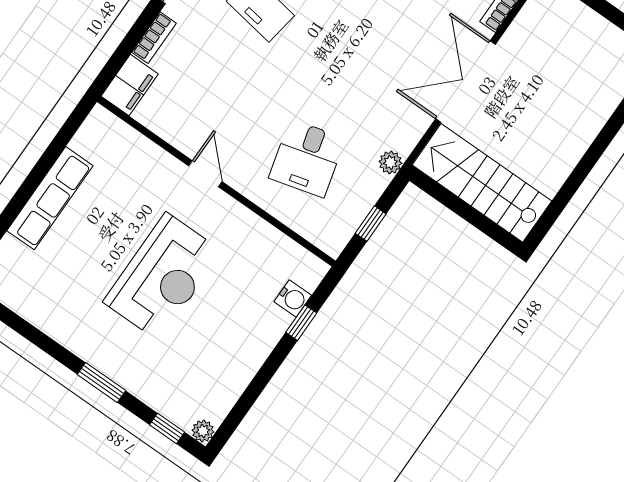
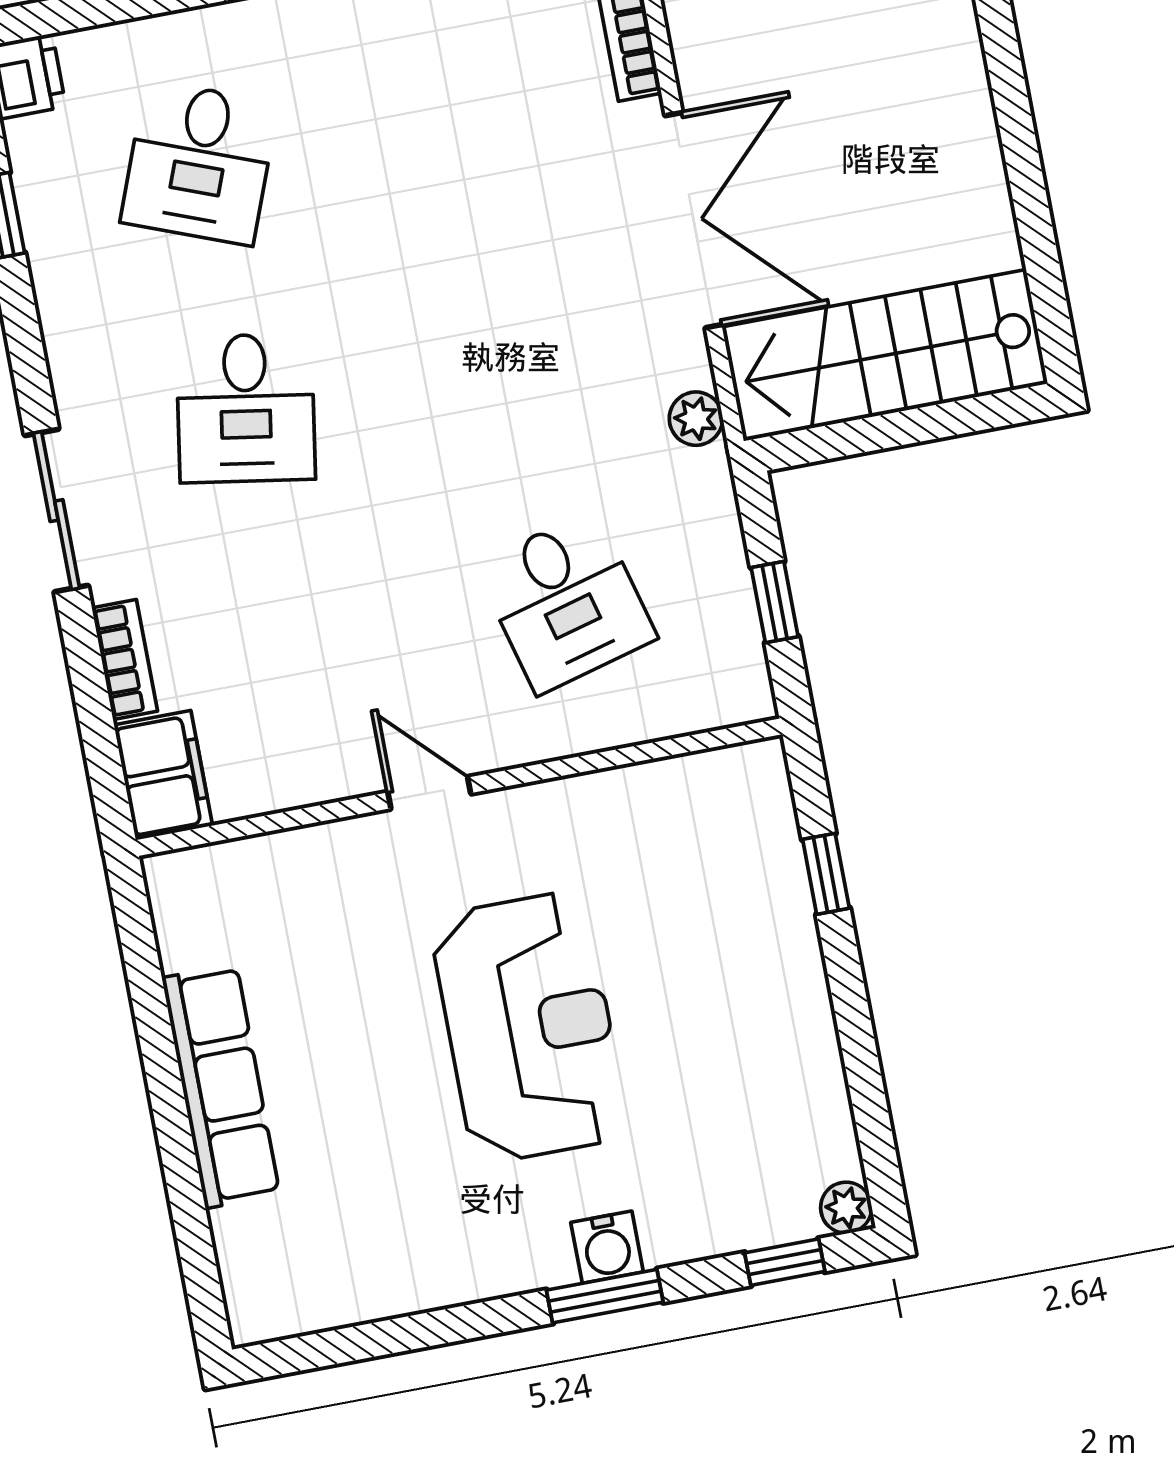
double door: (466, 82) -> (694, 220), swing flipped
plant: (390, 162) -> (696, 419), moved
water cooler: (293, 298) -> (607, 1247), moved, turned 90

